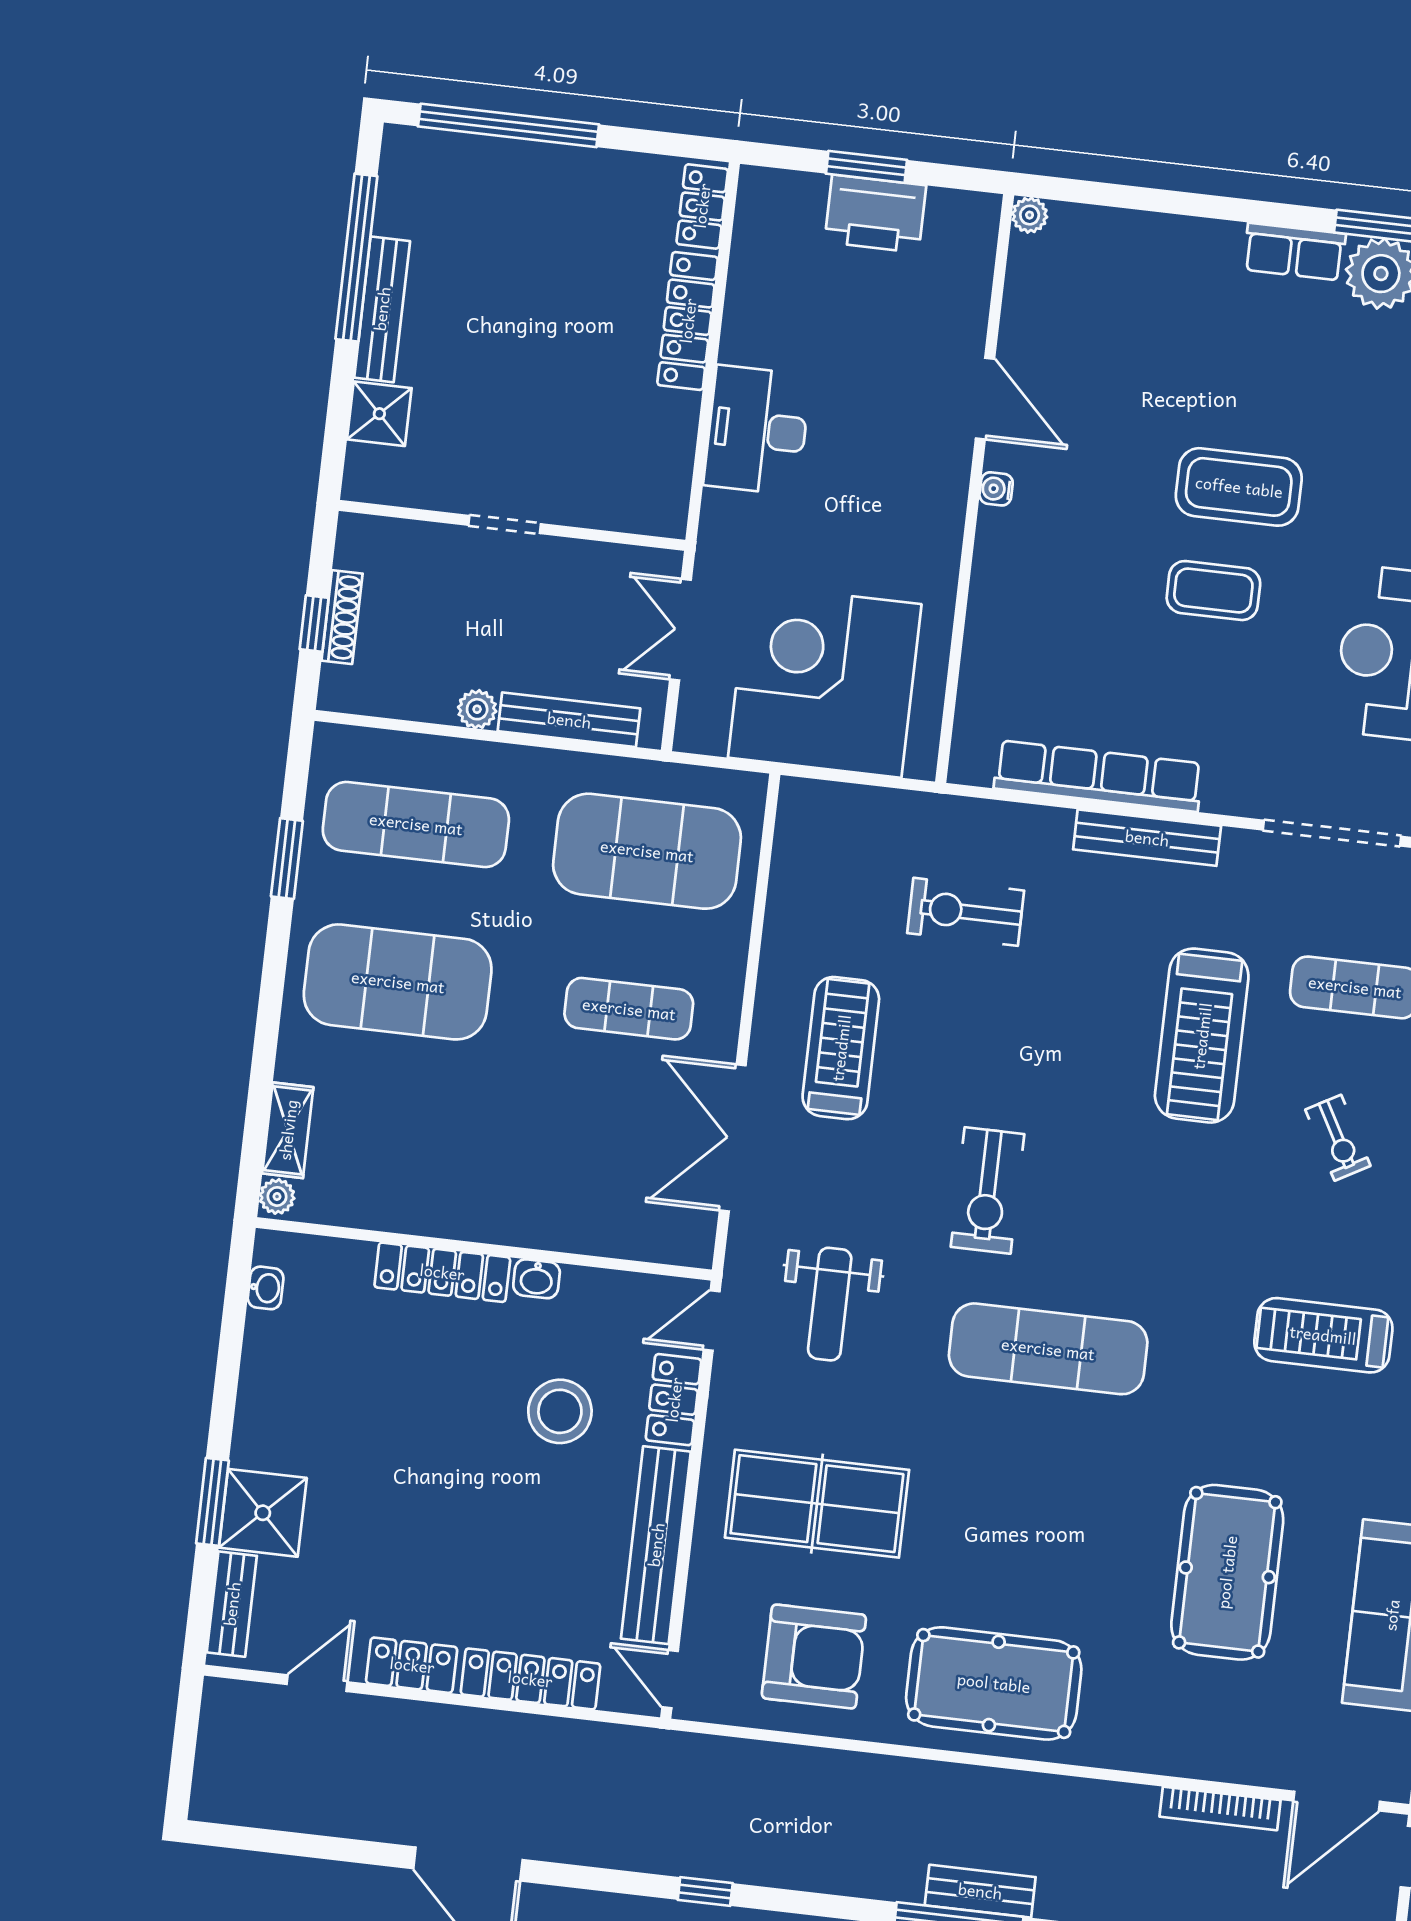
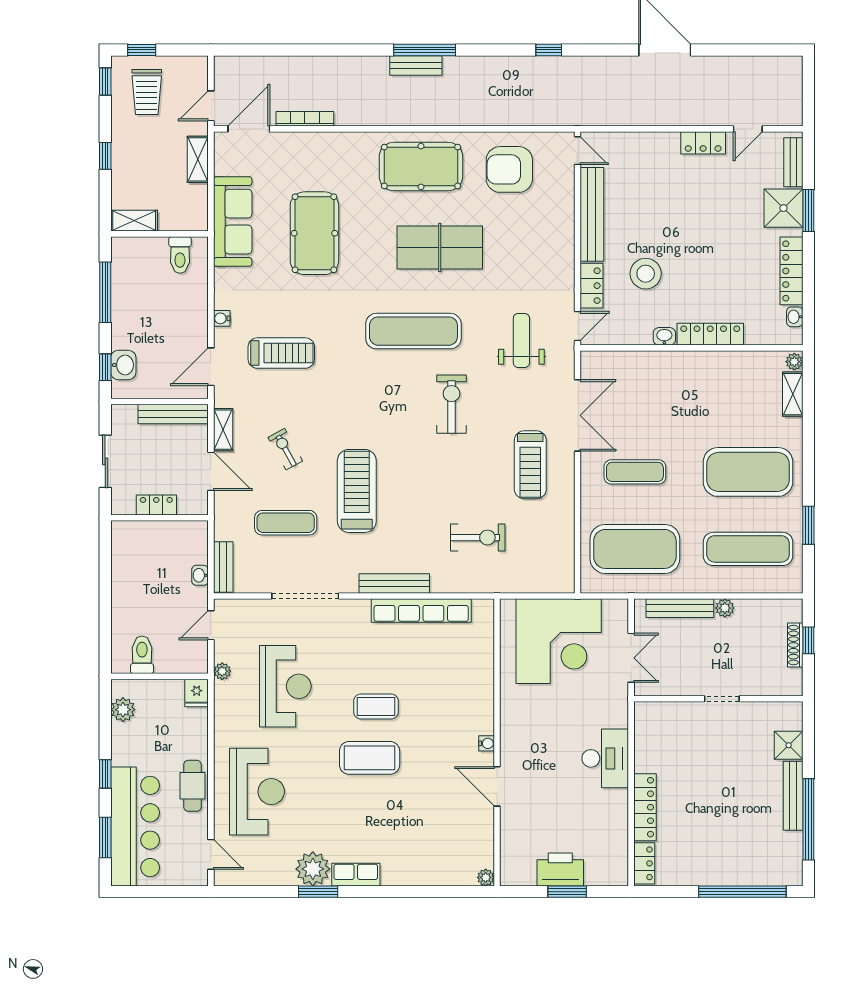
table tennis table: (817, 1504) -> (440, 248), moved
locker: (530, 1679) -> (791, 271), moved, turned 90

